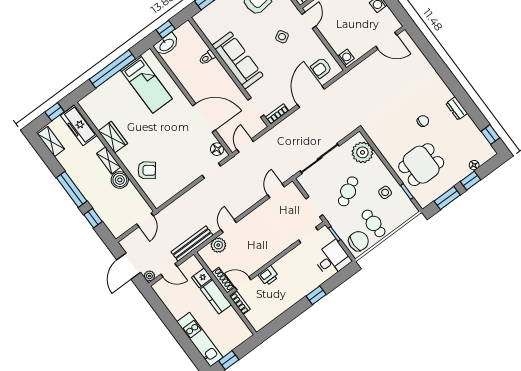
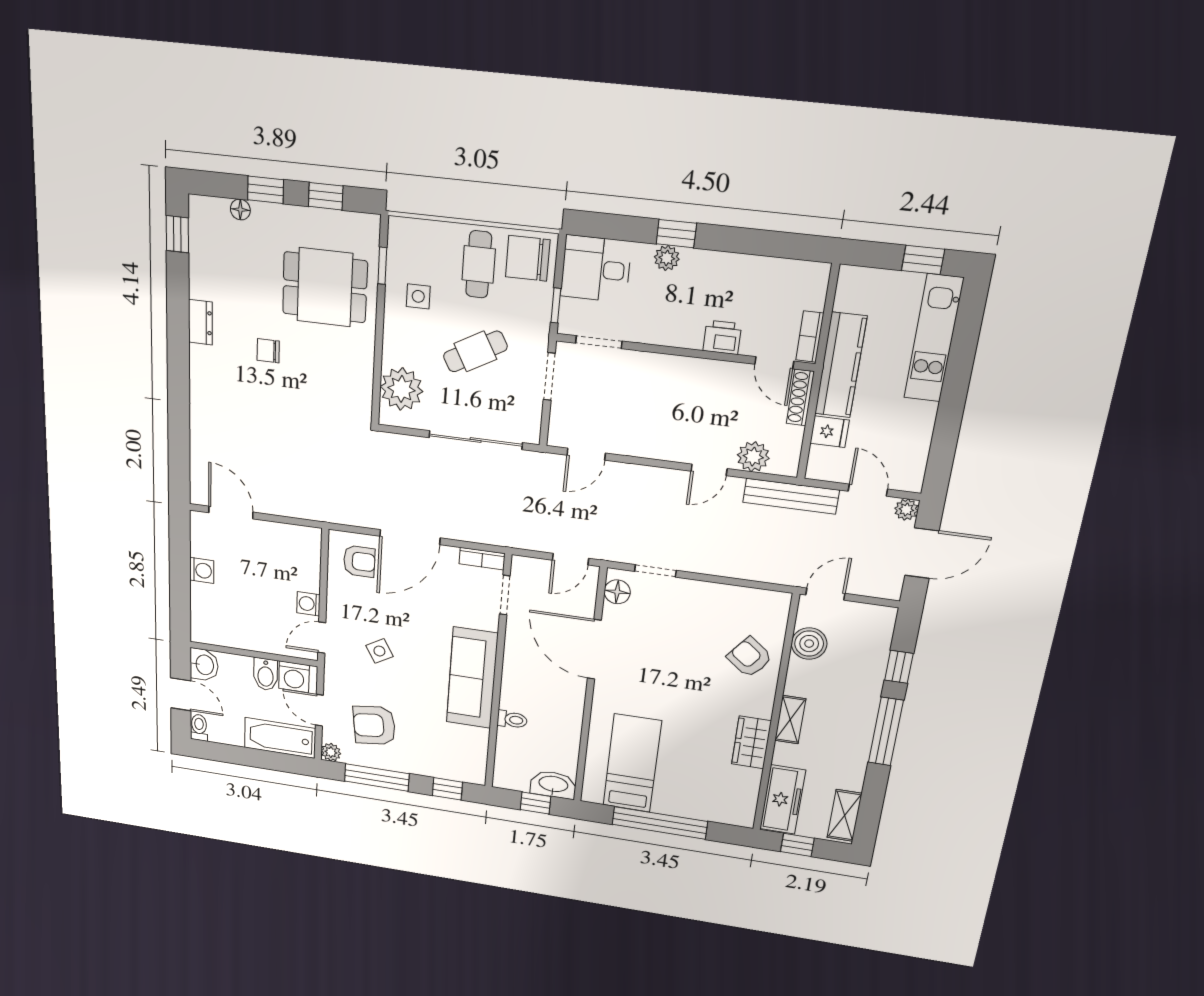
washing machine: (346, 57) -> (308, 604), moved
boiler: (120, 180) -> (809, 644), moved
window: (447, 198) -> (326, 196), width x0.67
plant: (312, 285) -> (667, 258), added
kitchen counter: (216, 297) -> (841, 365), width x1.50

